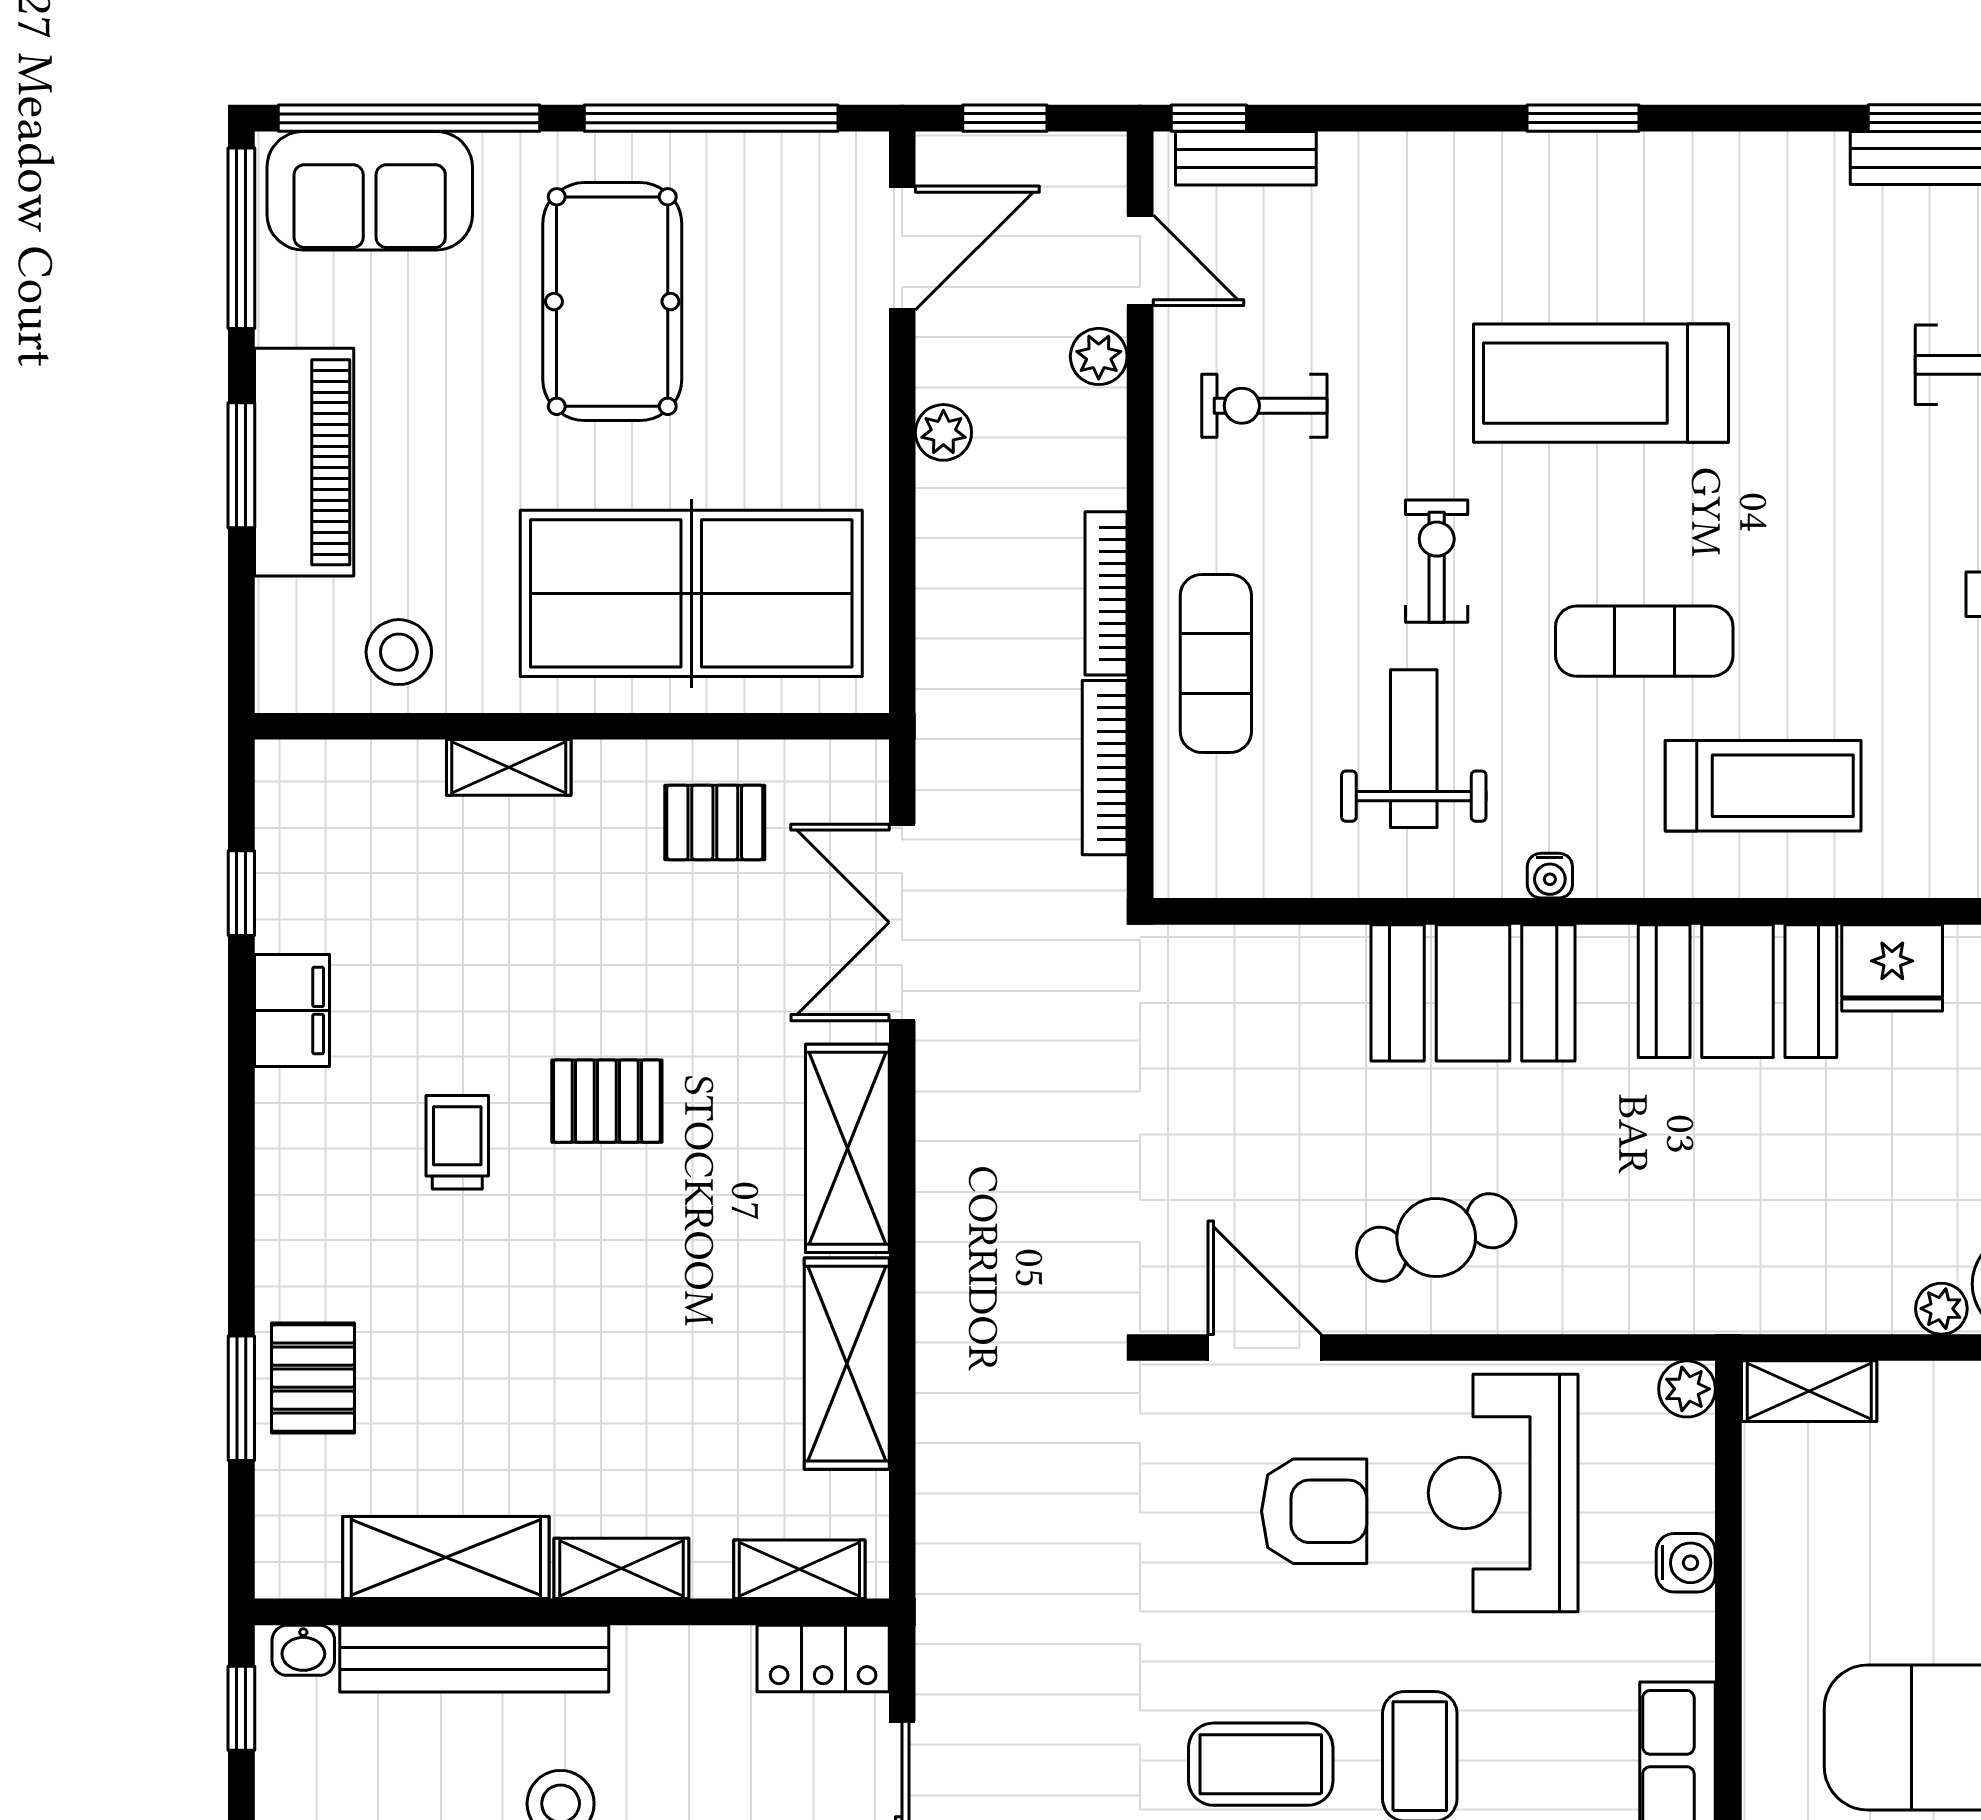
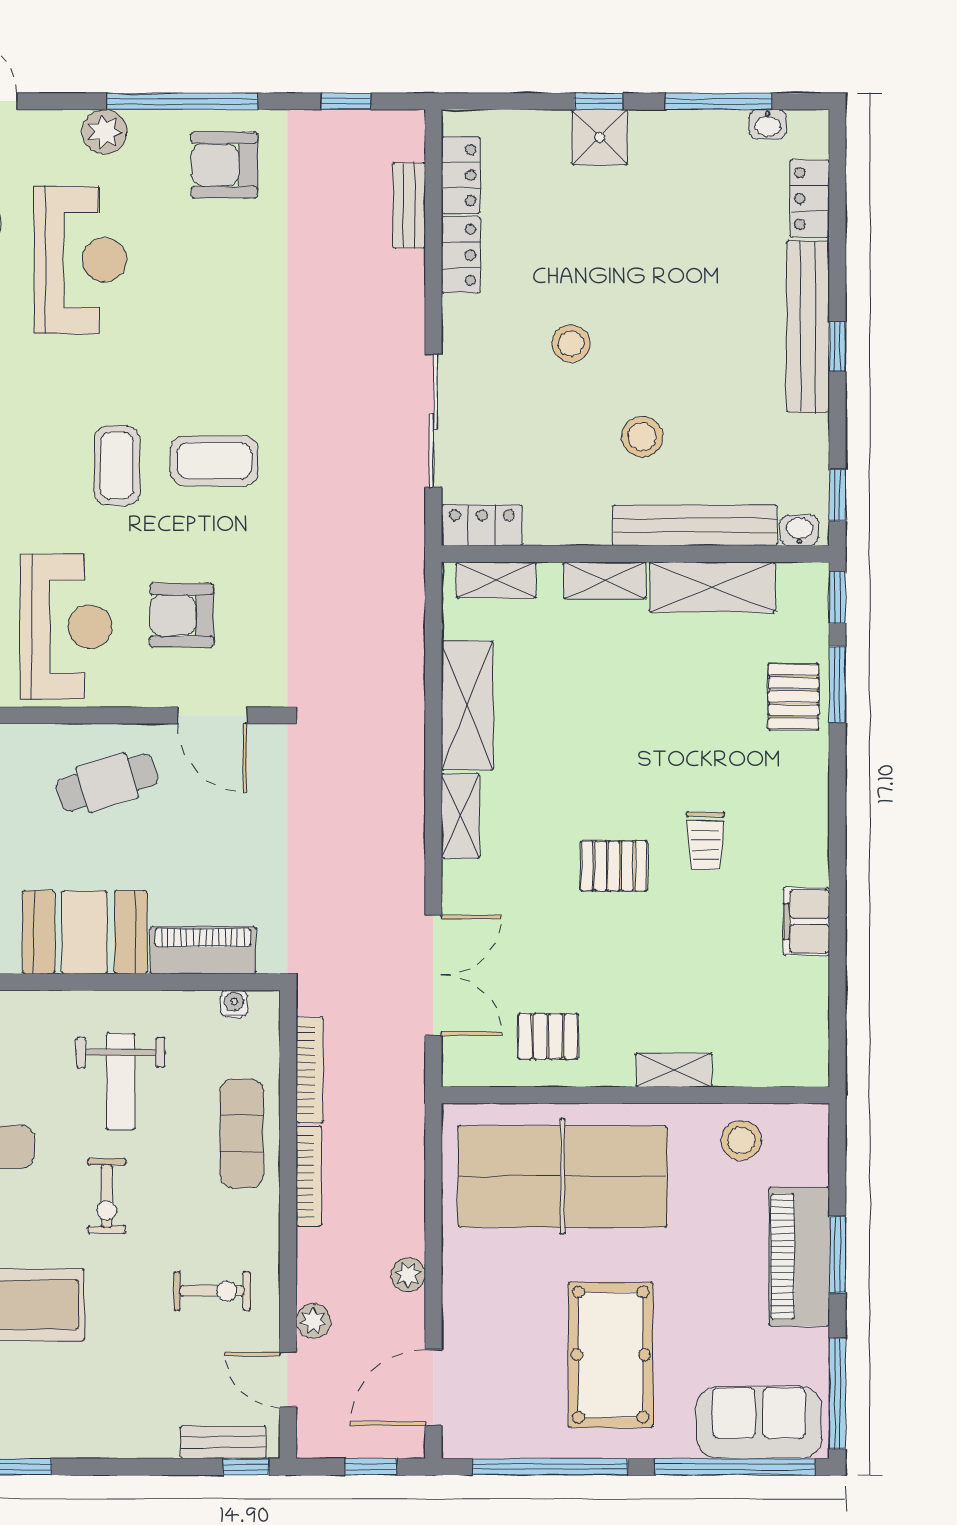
water cooler: (1550, 876) -> (234, 1004), moved
window: (241, 893) -> (837, 597), moved
piano: (1279, 963) -> (203, 950), added
shelving: (847, 1148) -> (461, 816), width x0.67, depth x0.75

